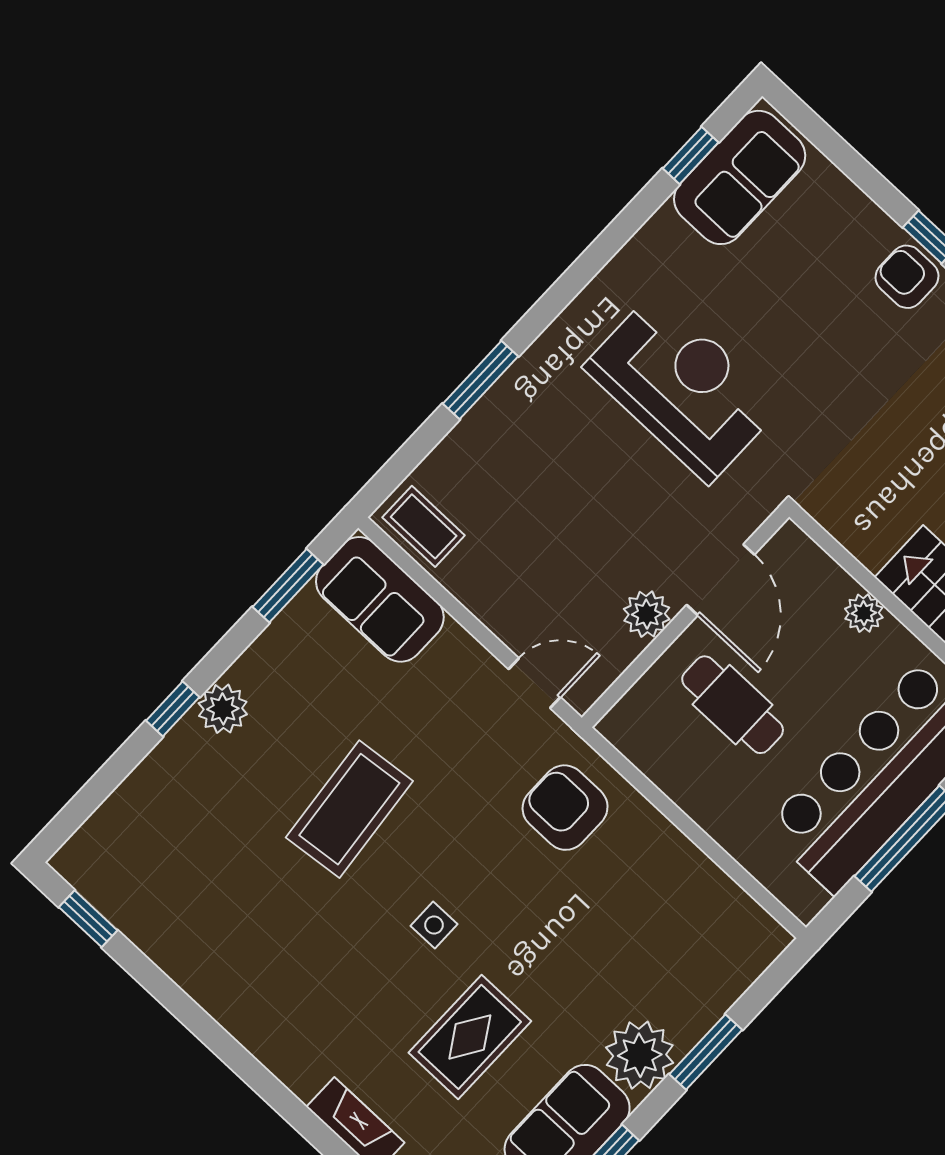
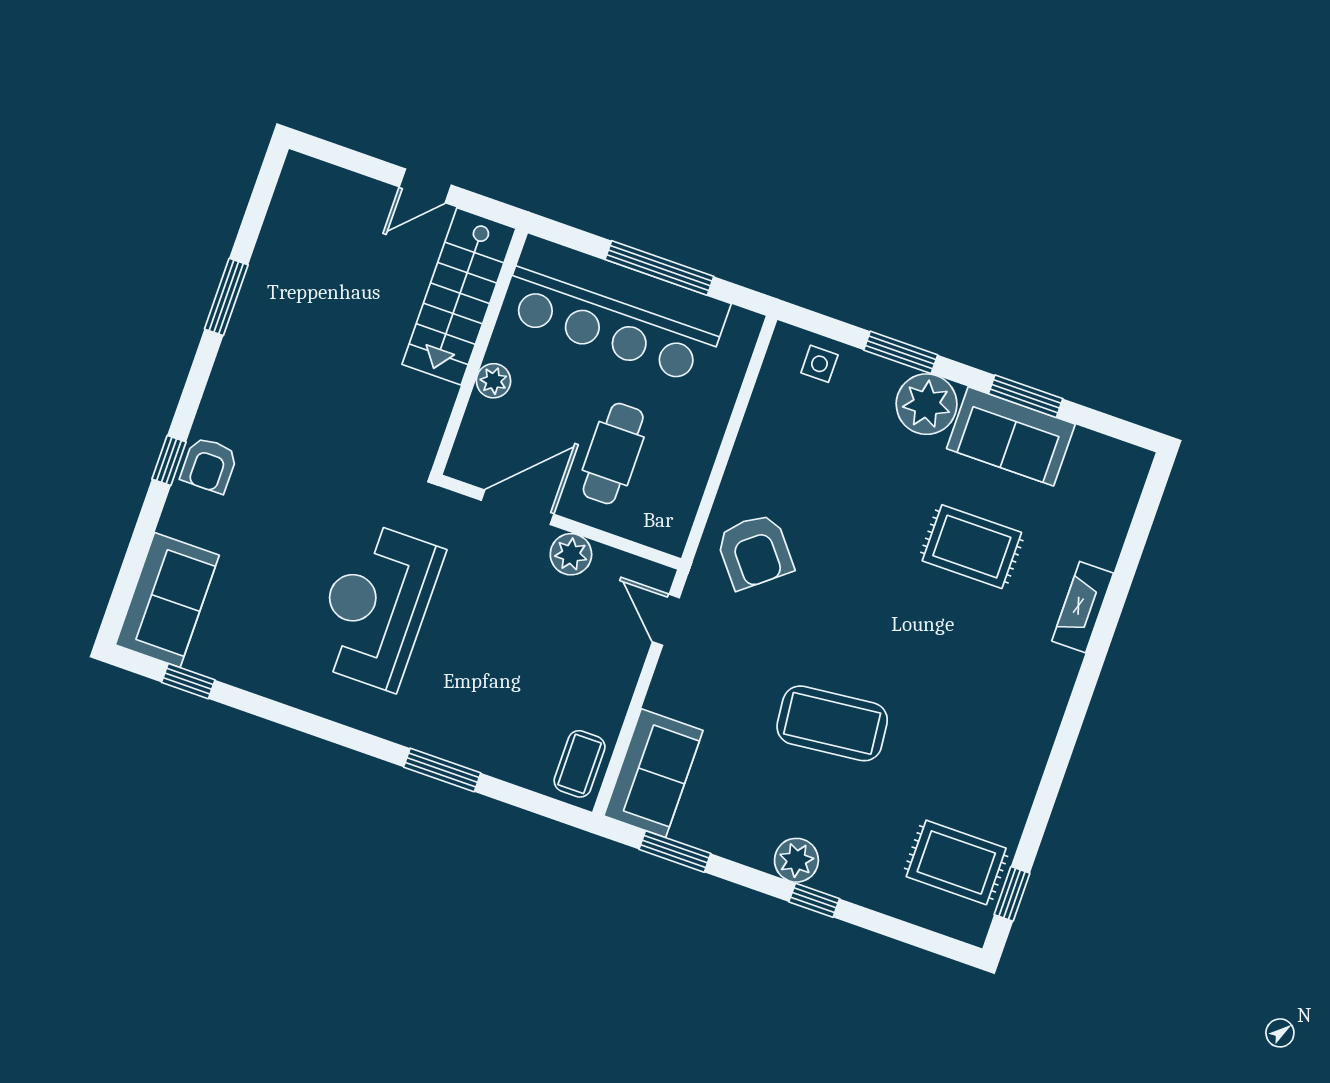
sofa: (740, 177) -> (167, 600), moved, turned 90
armchair: (565, 808) -> (755, 551), turned -39
rug: (147, 875) -> (956, 862), added
side table: (434, 925) -> (819, 364), moved

